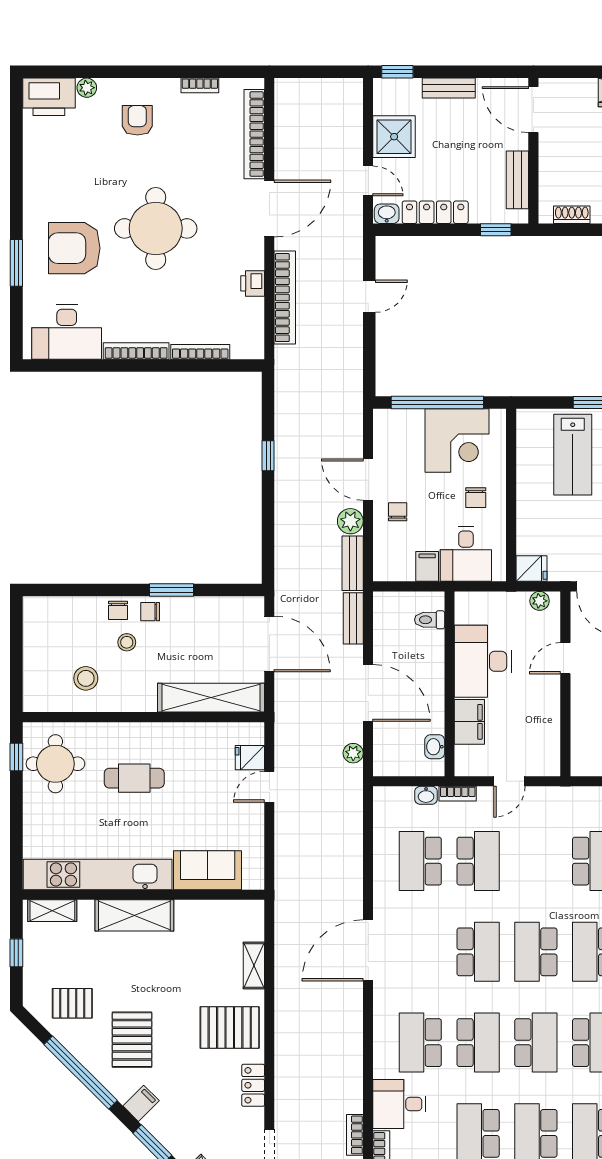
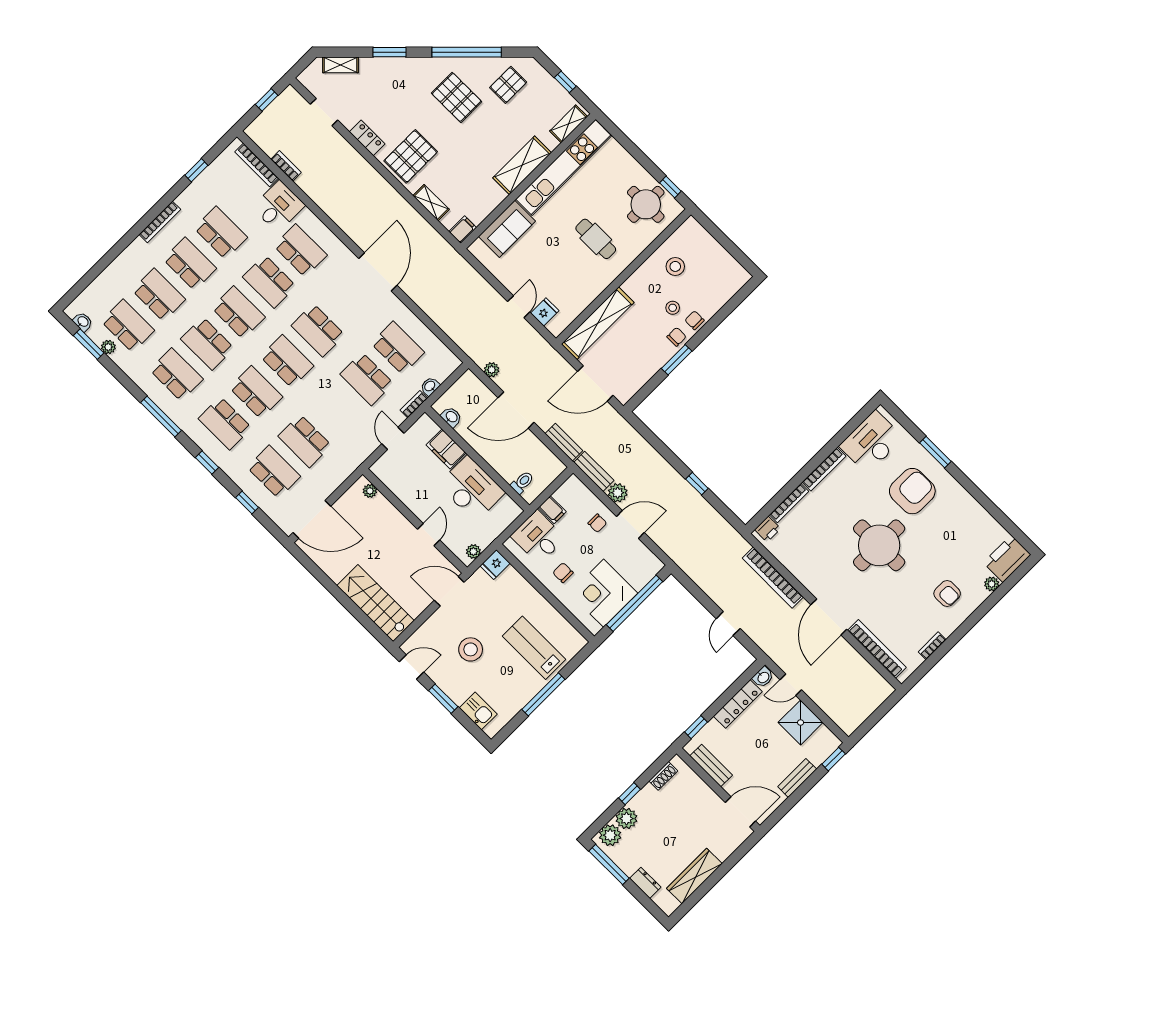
printer: (253, 283) -> (768, 529), moved, turned 90
plant: (580, 754) -> (370, 491), added
cafe table: (134, 778) -> (596, 239), turned 90
school desk: (536, 1043) -> (238, 312), turned 180
filing cabinet: (141, 1103) -> (463, 230), moved, turned -135

